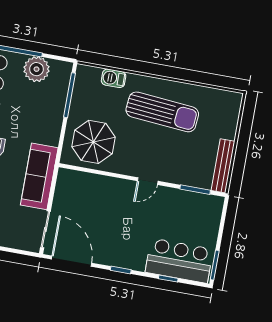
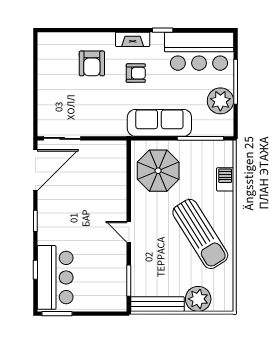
sun lounger: (162, 112) -> (200, 234), turned -37
plant: (225, 125) -> (198, 299), added
sofa: (39, 176) -> (159, 123), moved

